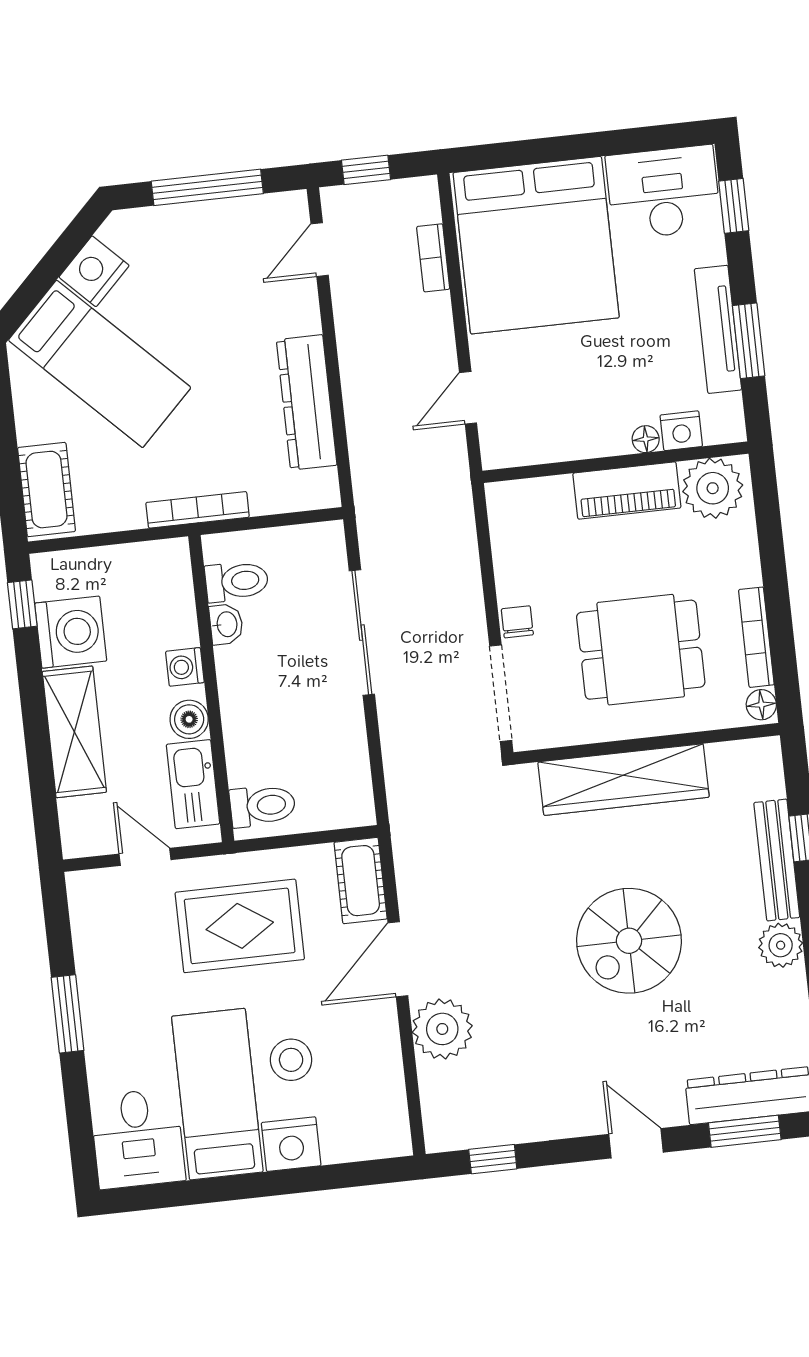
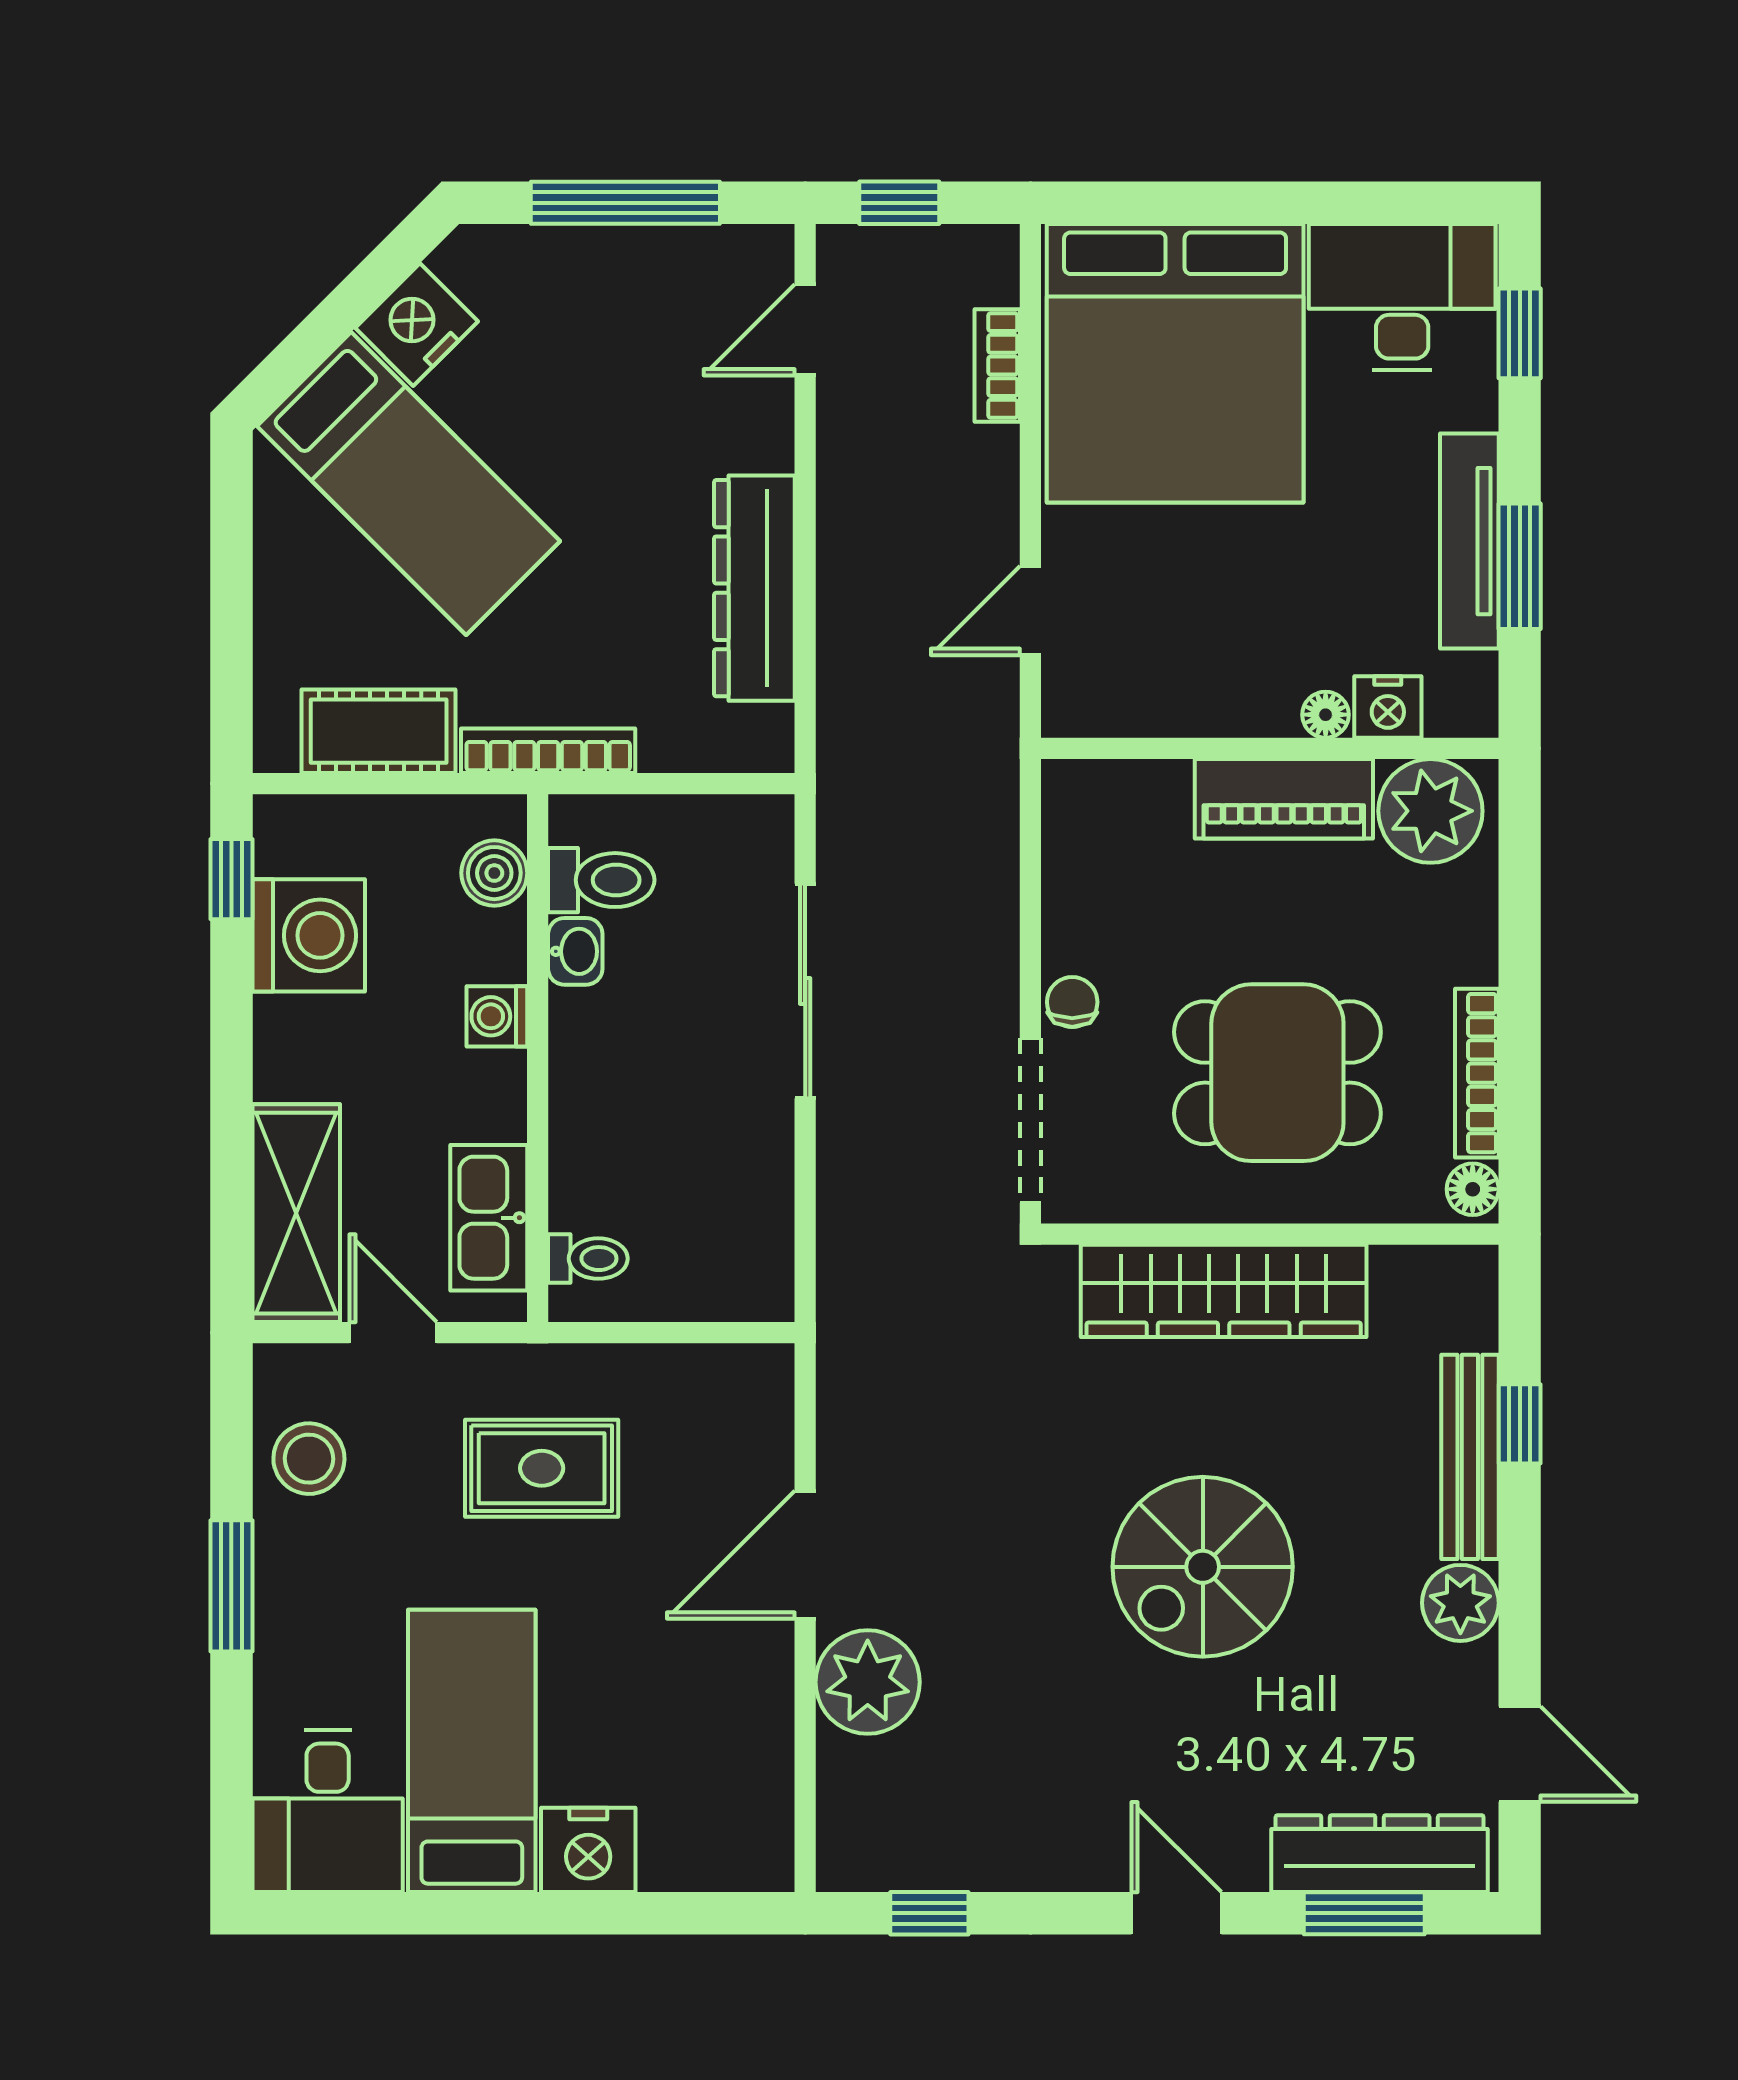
cot: (47, 490) -> (379, 731), moved, turned 90
boiler: (189, 719) -> (494, 873), moved
shelving: (74, 732) -> (296, 1213), moved
toilet: (263, 806) -> (588, 1259), width x0.73, depth x0.72
cot: (361, 881) -> (756, 1414), removed
rug: (240, 926) -> (542, 1468), width x0.73, depth x0.70
stool: (291, 1060) -> (309, 1459), moved

